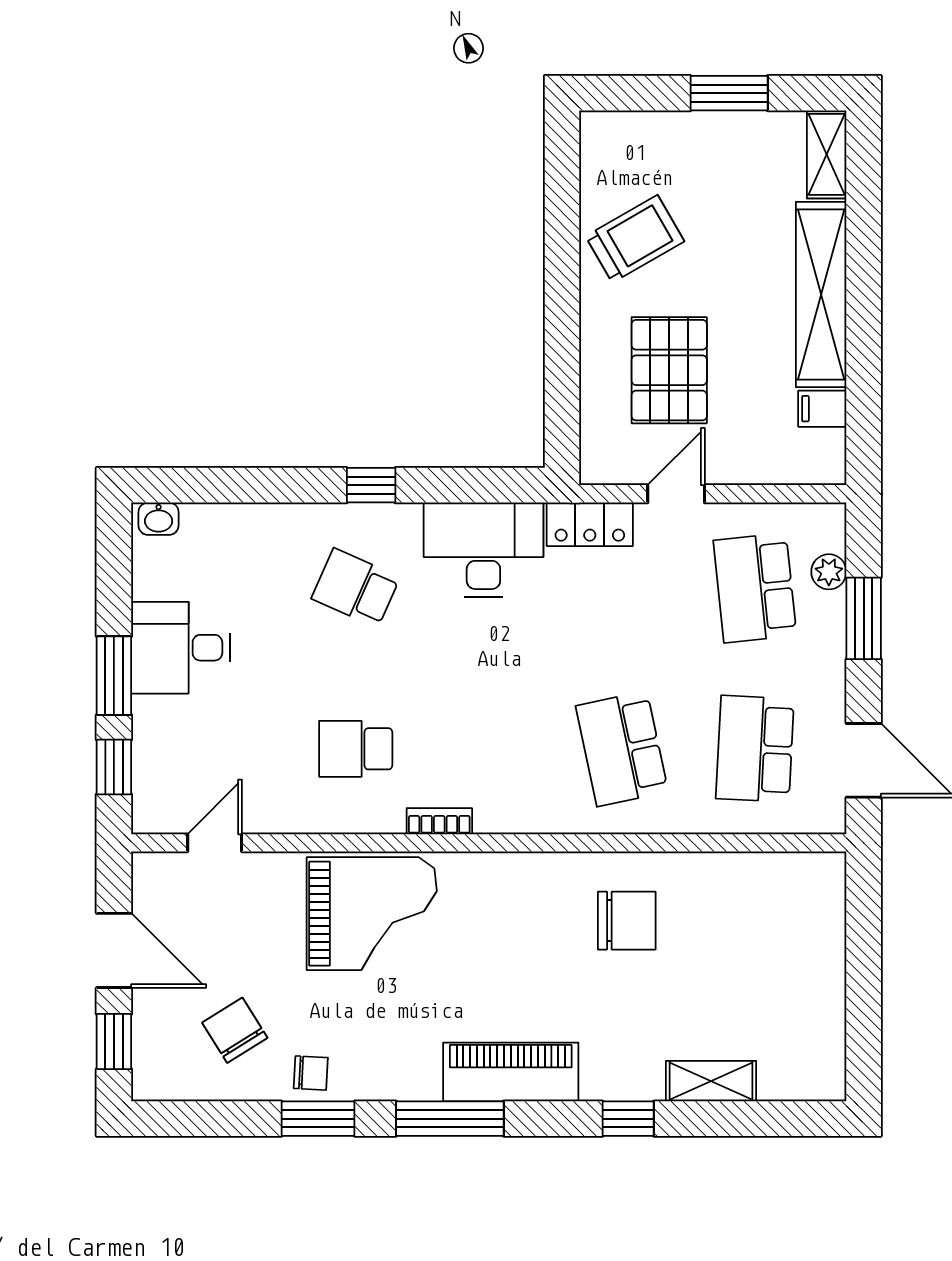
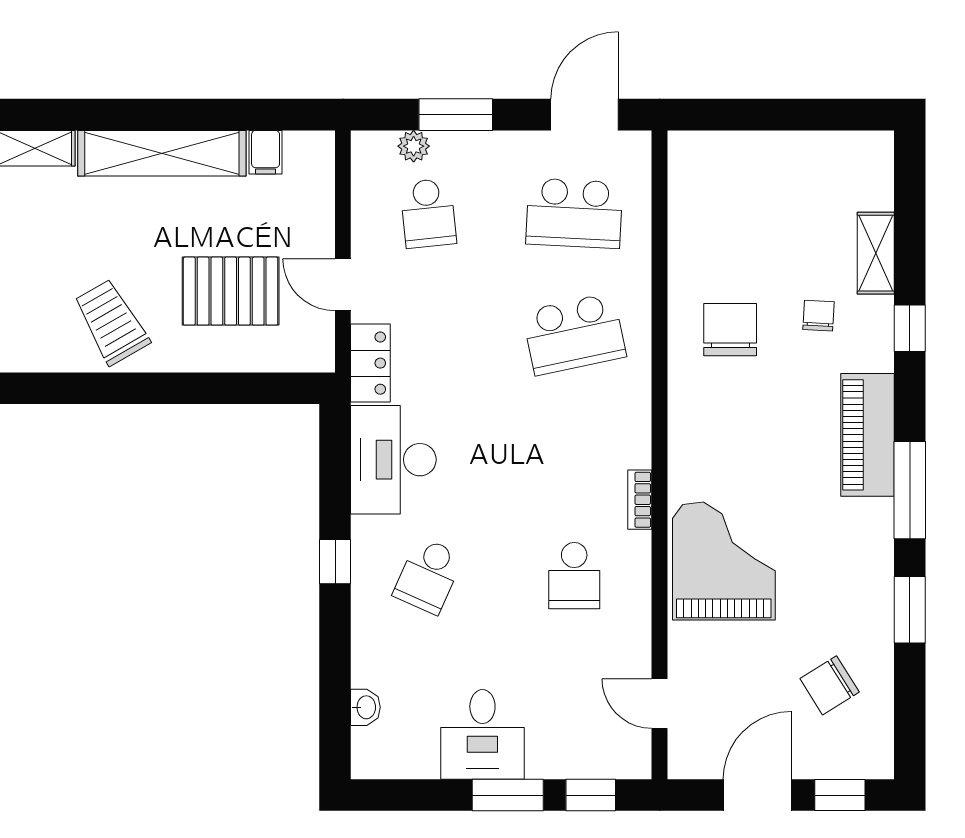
washbasin: (159, 519) -> (365, 707), moved
school desk: (755, 588) -> (428, 213), width x0.54
chair: (311, 1073) -> (818, 316), moved

